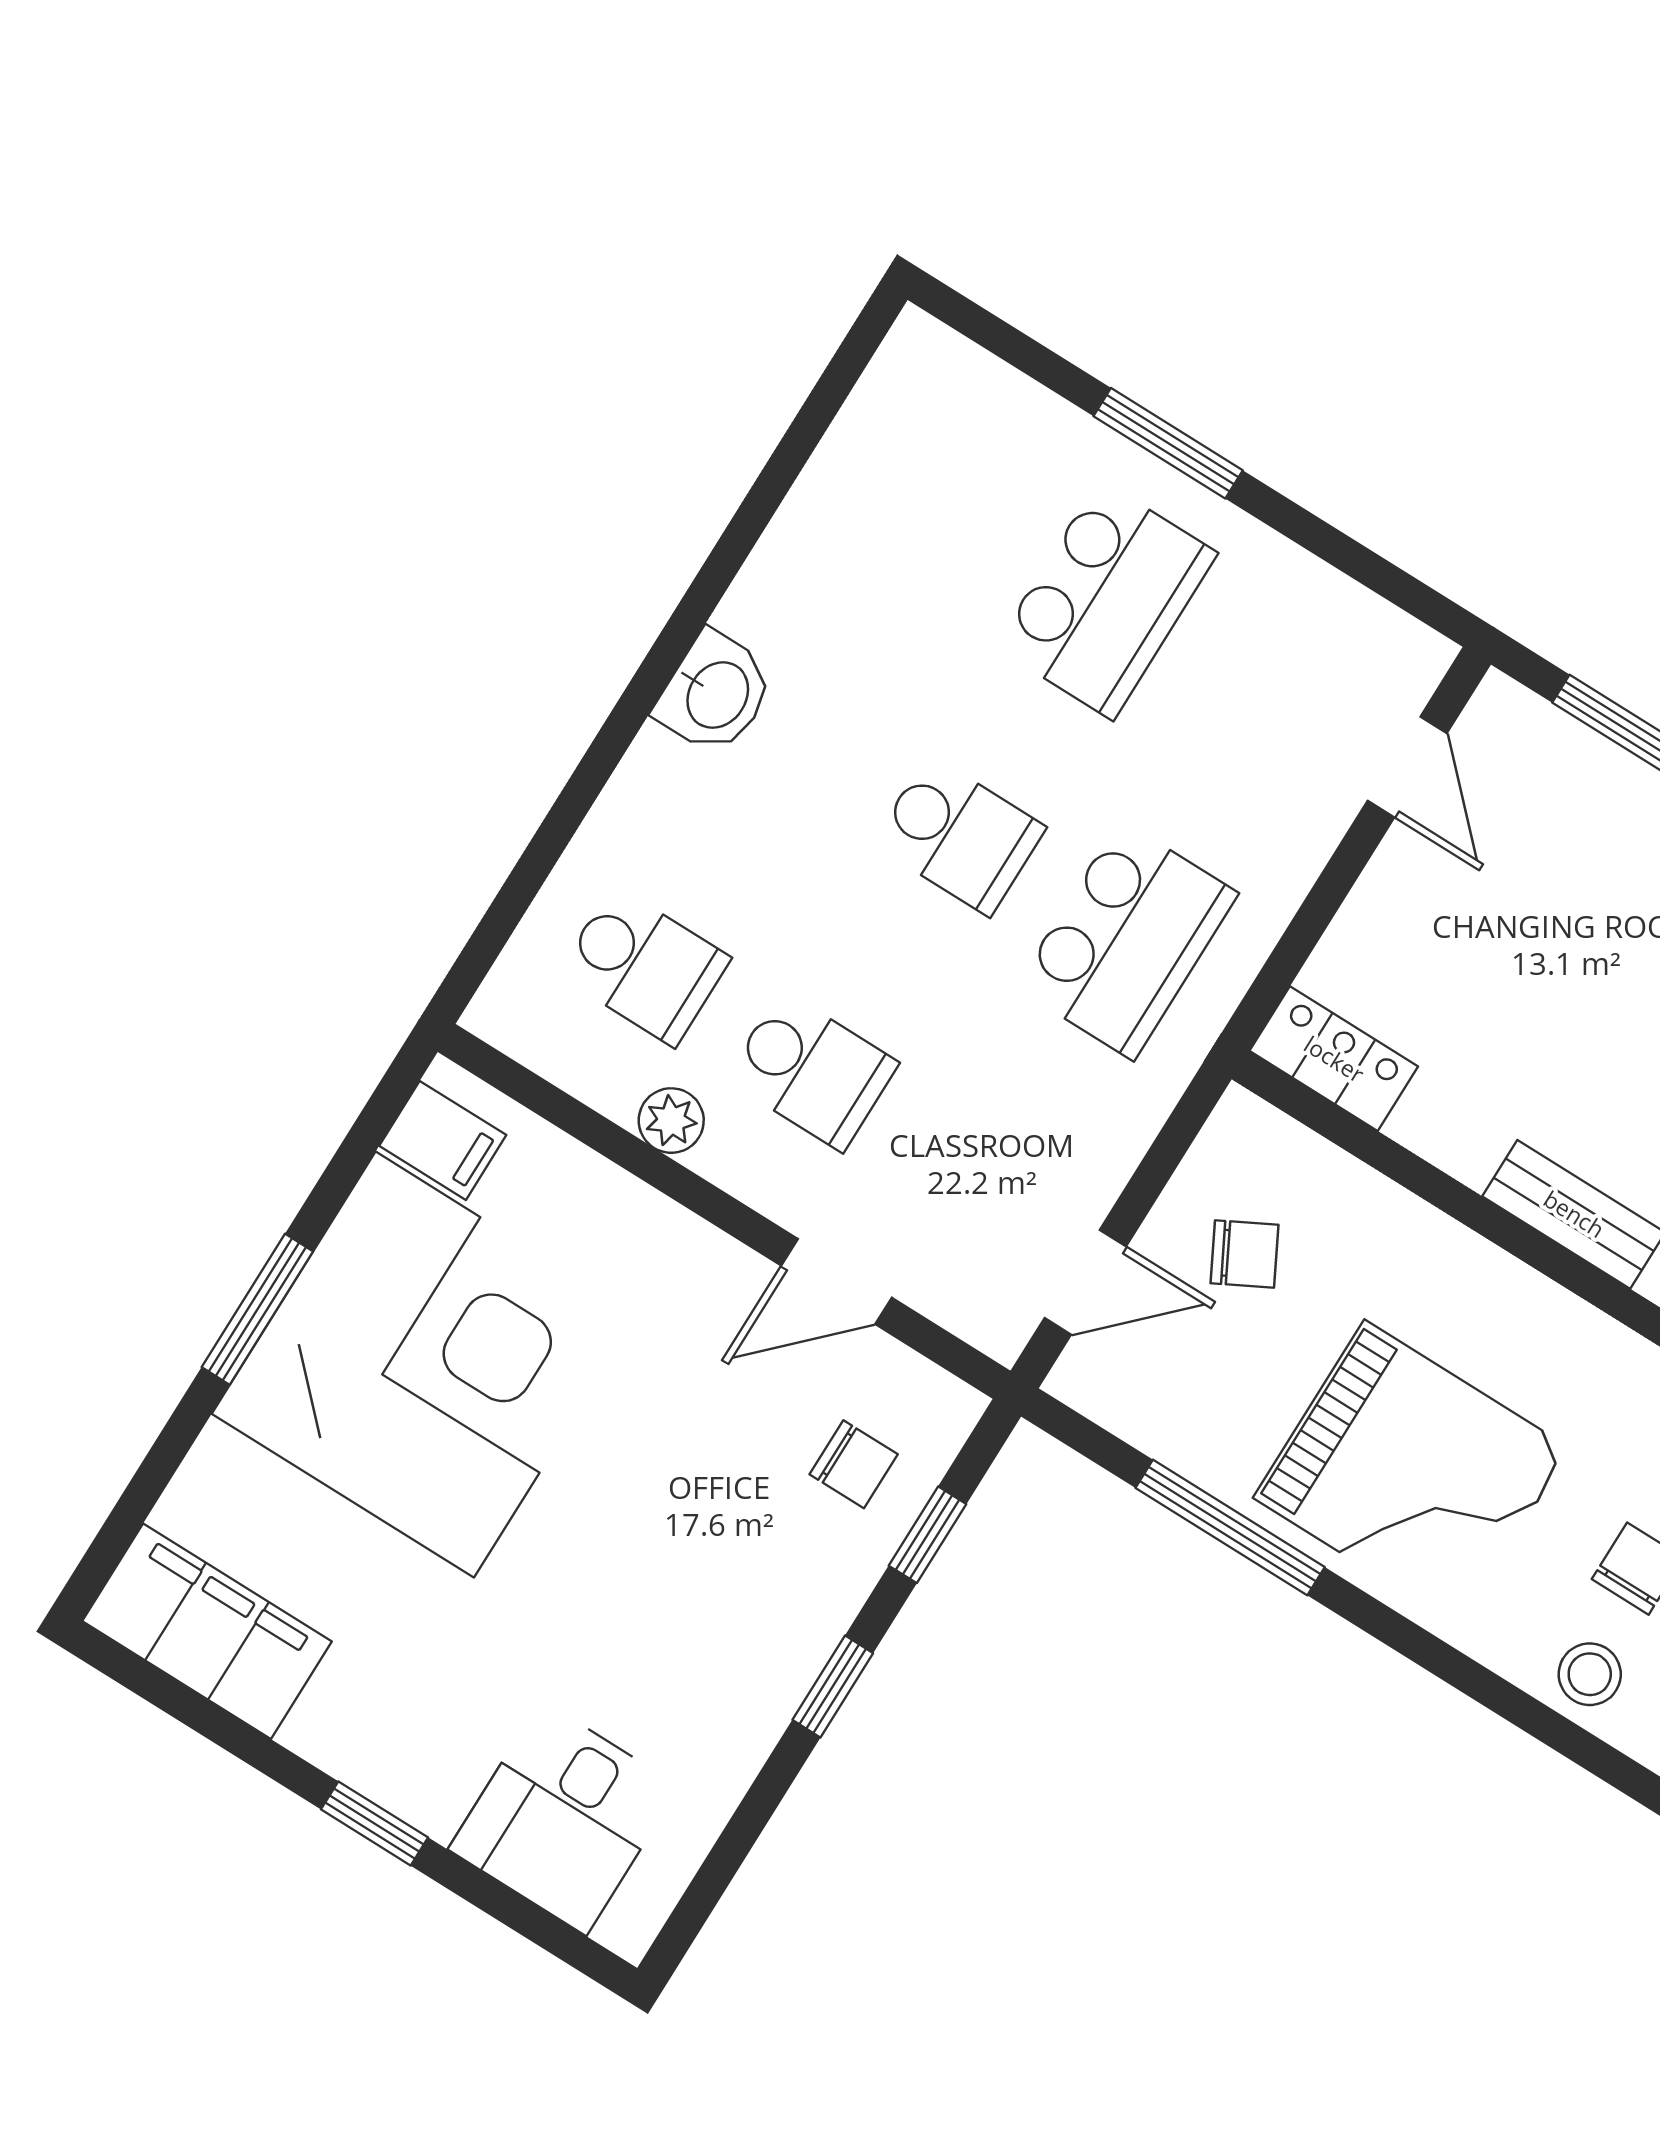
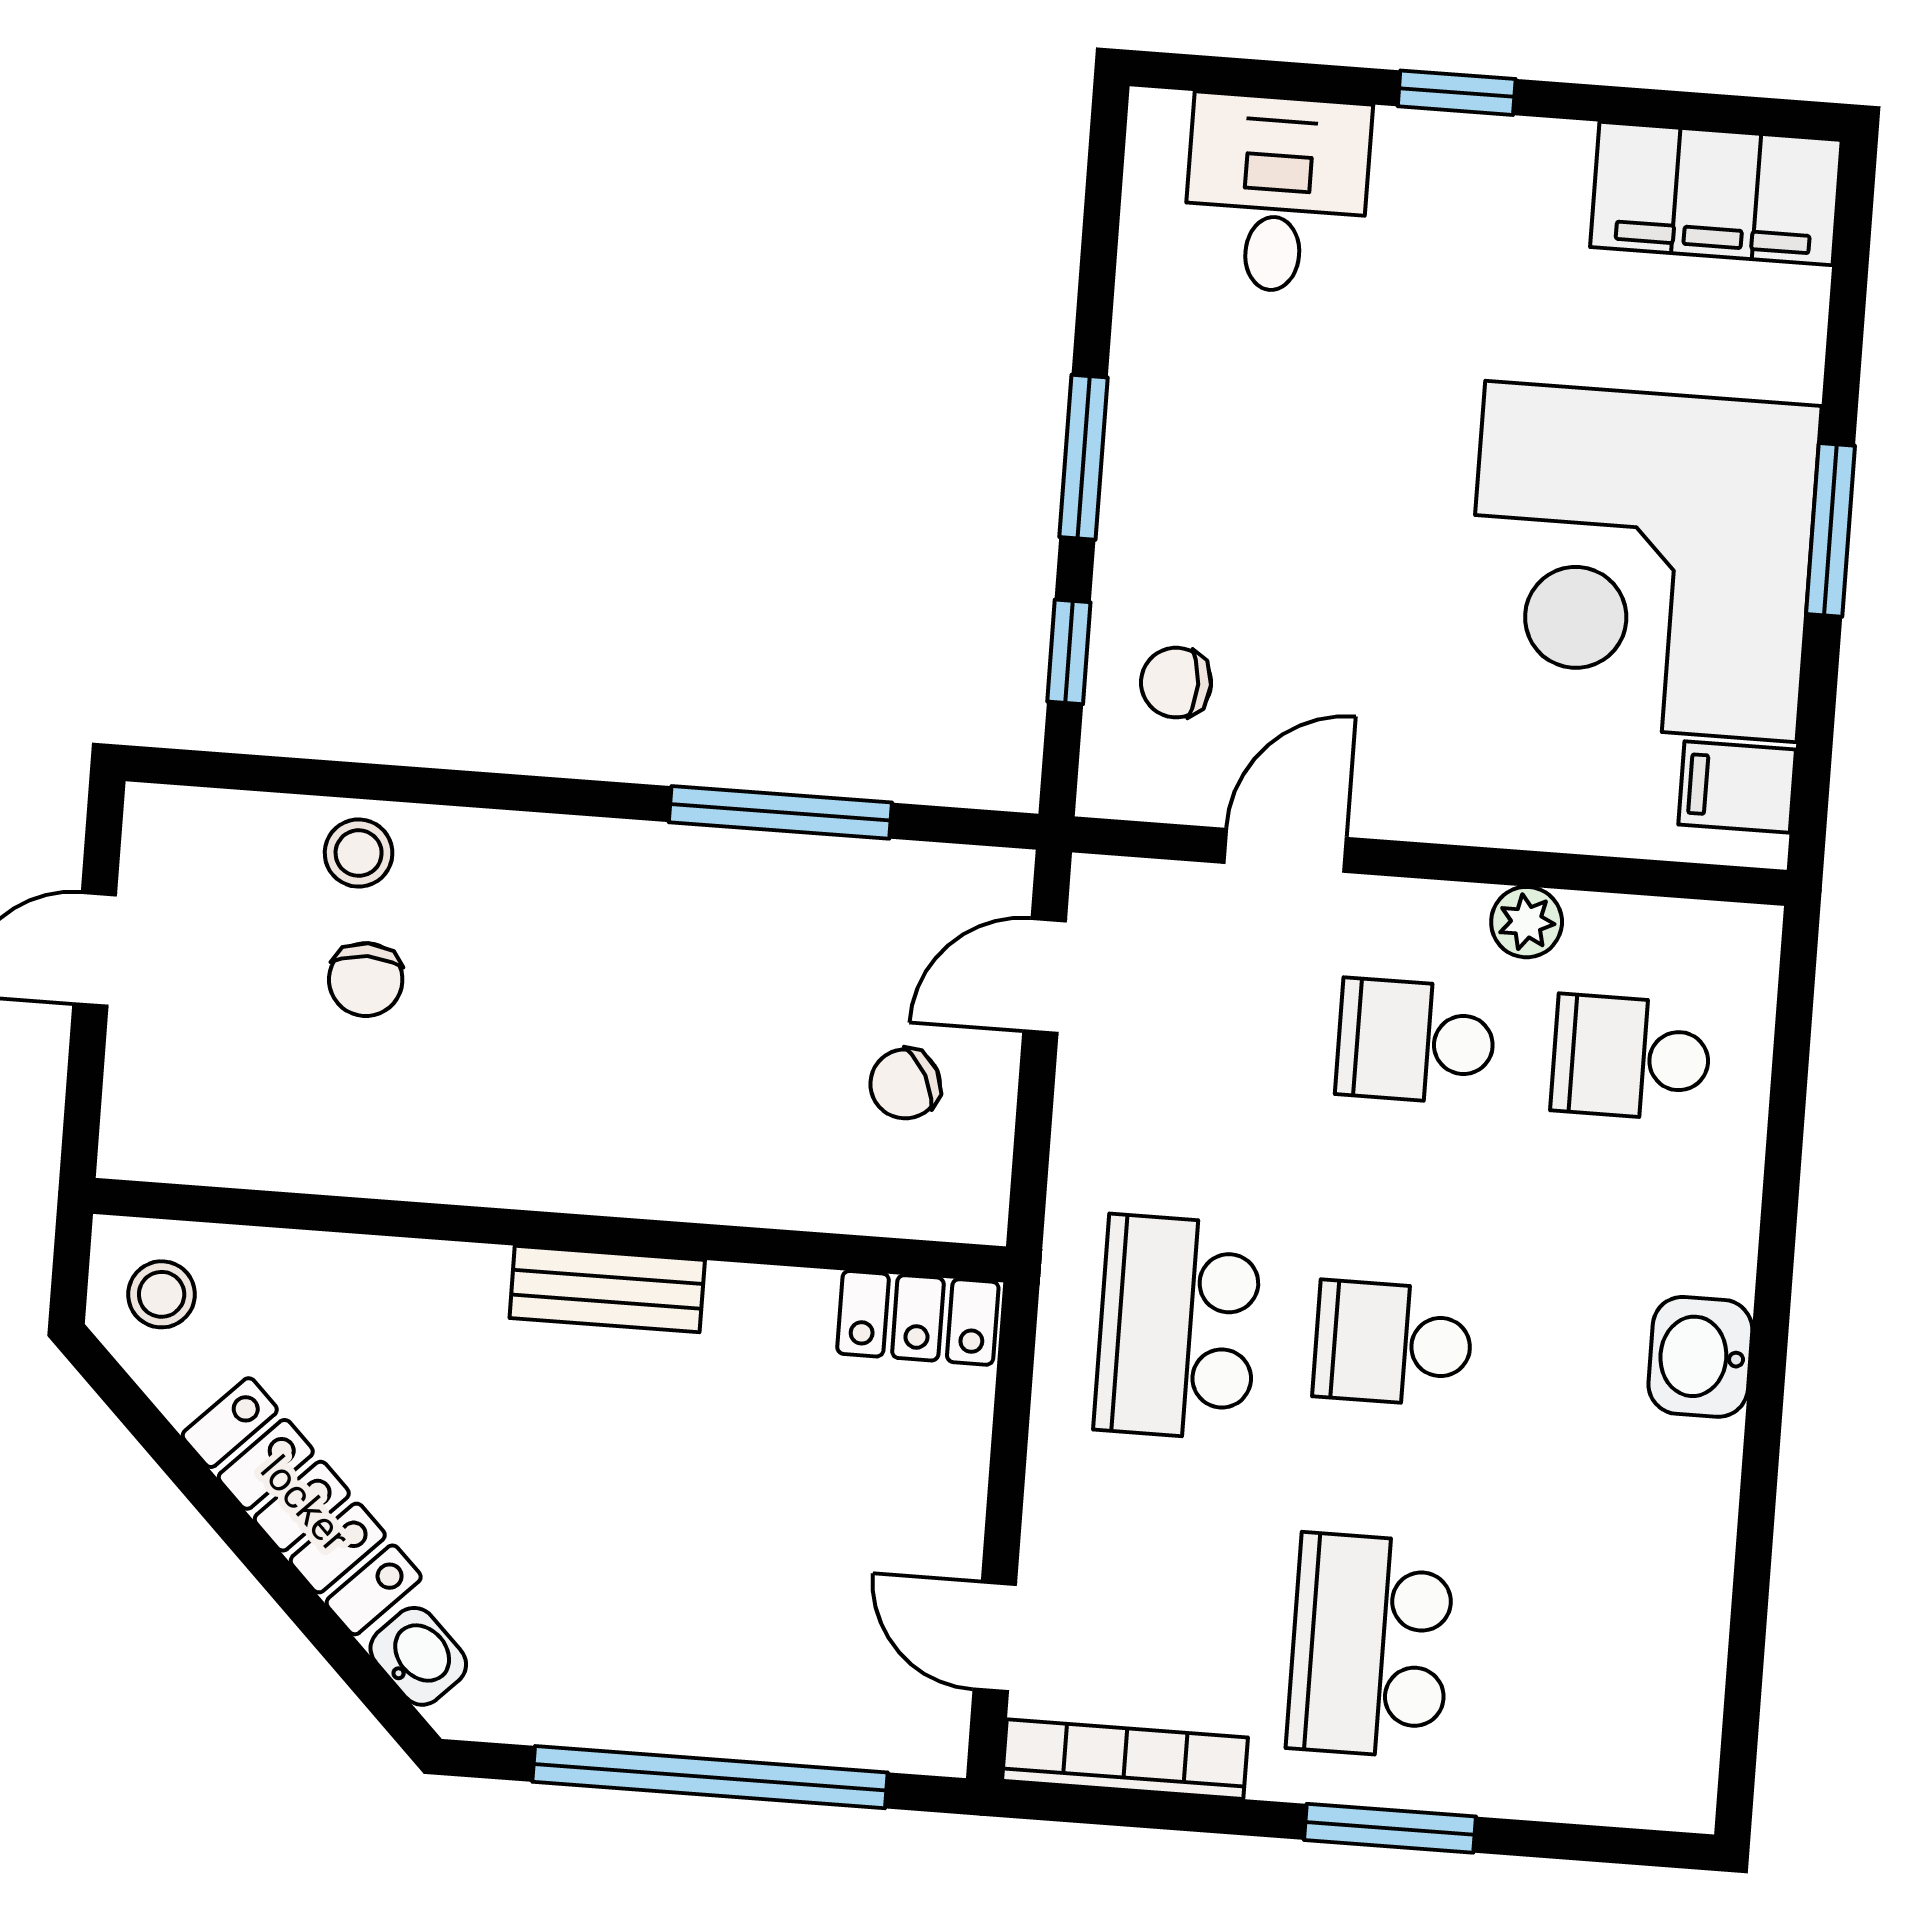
bookcase: (1354, 612) -> (1125, 1759), added
grand piano: (1412, 1473) -> (633, 957), removed
window: (833, 1687) -> (1084, 457), width x1.50

